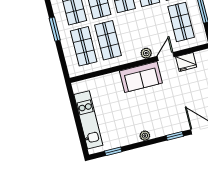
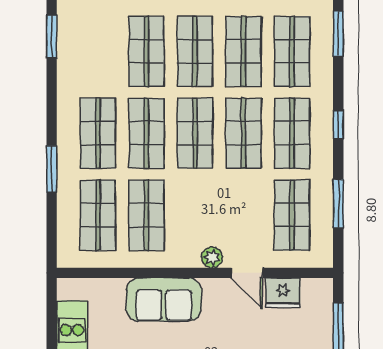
door: (166, 56) -> (247, 273), swing flipped
sofa: (141, 77) -> (164, 299), moved

